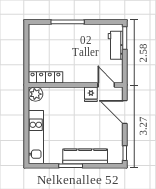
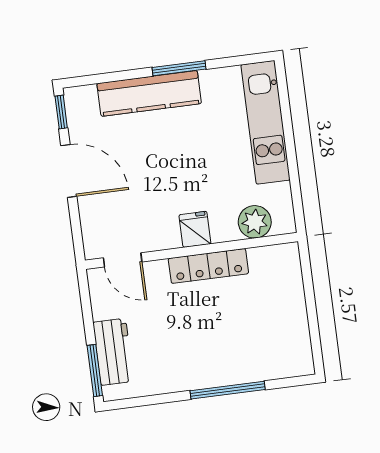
locker: (45, 77) -> (208, 266), moved
plant: (35, 94) -> (255, 222), moved
fridge: (91, 94) -> (195, 229), moved
door: (125, 112) -> (69, 171), moved

